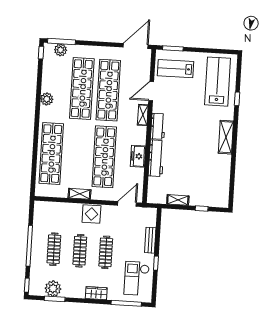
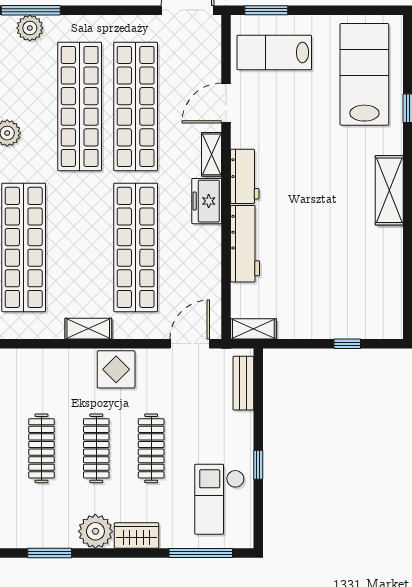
freezer: (138, 156) -> (207, 201), moved
shelving: (178, 200) -> (253, 329), moved
bench: (150, 240) -> (243, 383), moved
plant: (53, 289) -> (95, 531), moved

